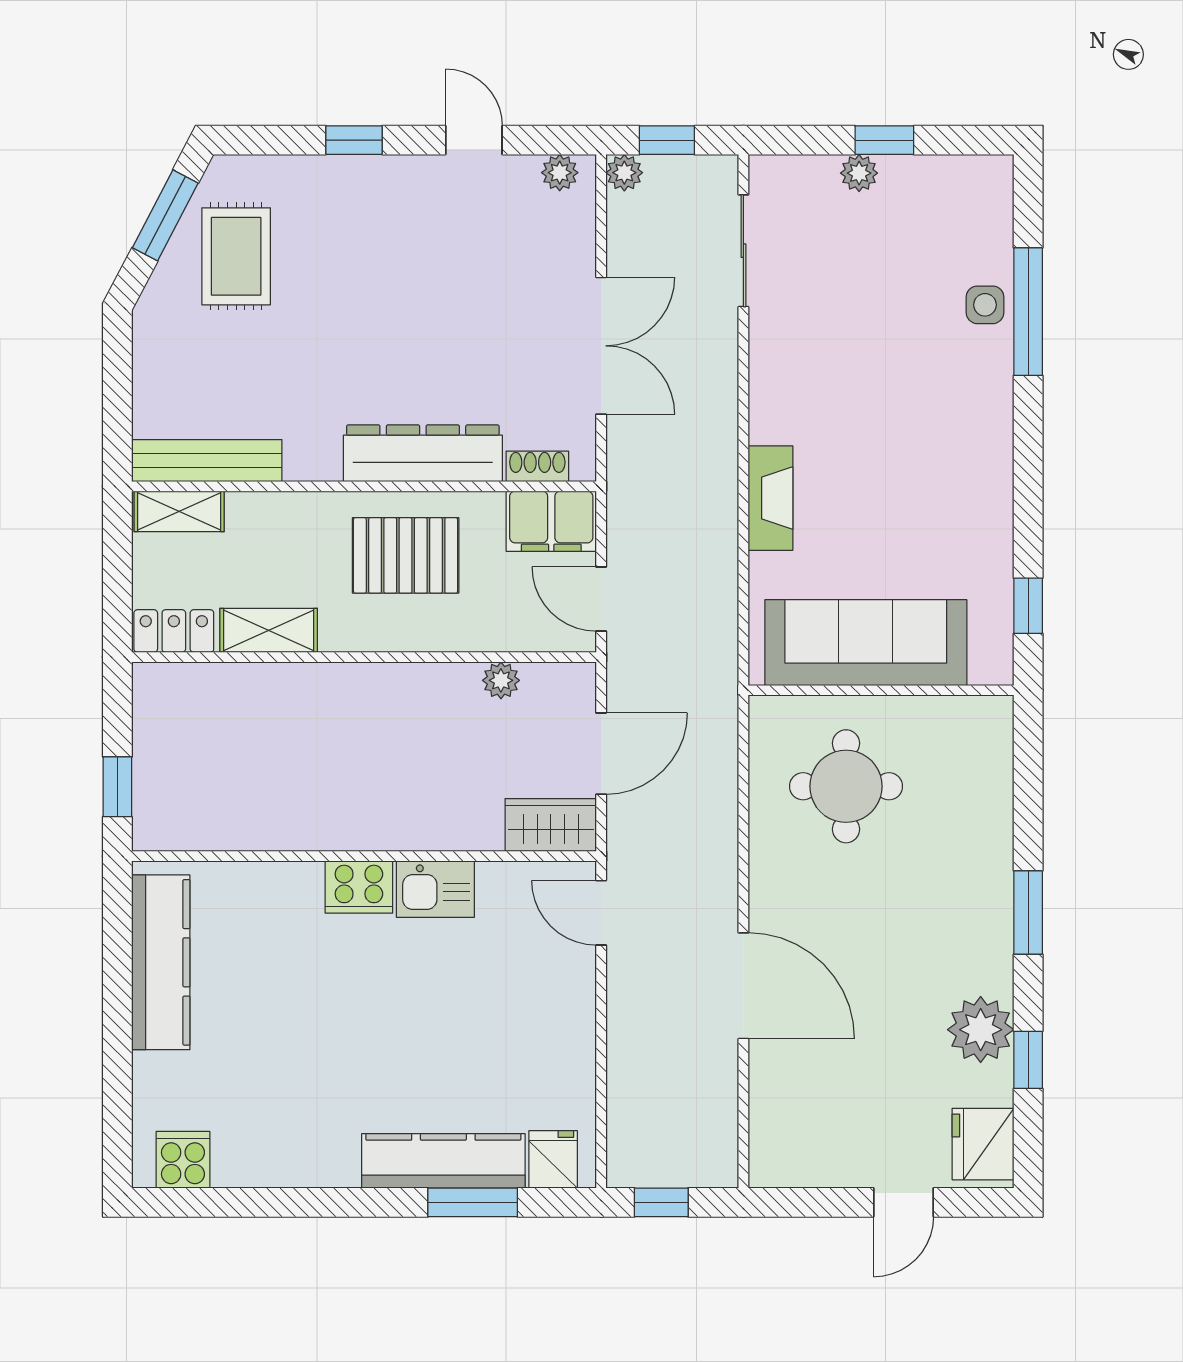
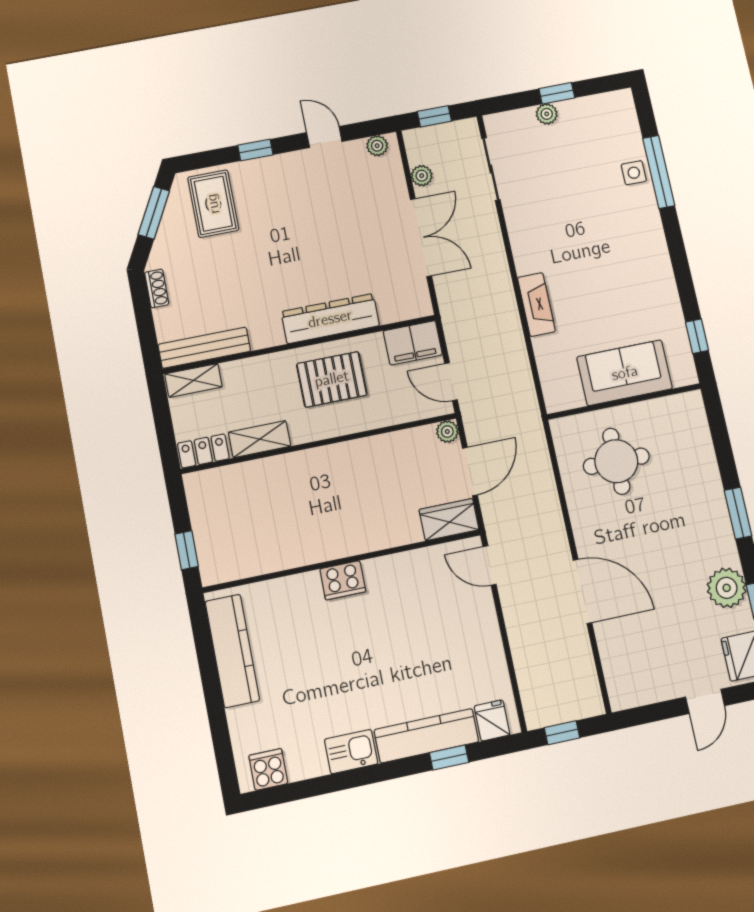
plant: (624, 173) -> (422, 176), moved
rug: (236, 256) -> (213, 204), moved
shoe rack: (537, 466) -> (157, 288), moved, turned 90
sofa: (866, 643) -> (625, 373), width x0.73
plant: (501, 680) -> (447, 432), moved
kitchen sink: (435, 889) -> (351, 752), moved, turned 180
window: (473, 1202) -> (449, 757), width x0.67

